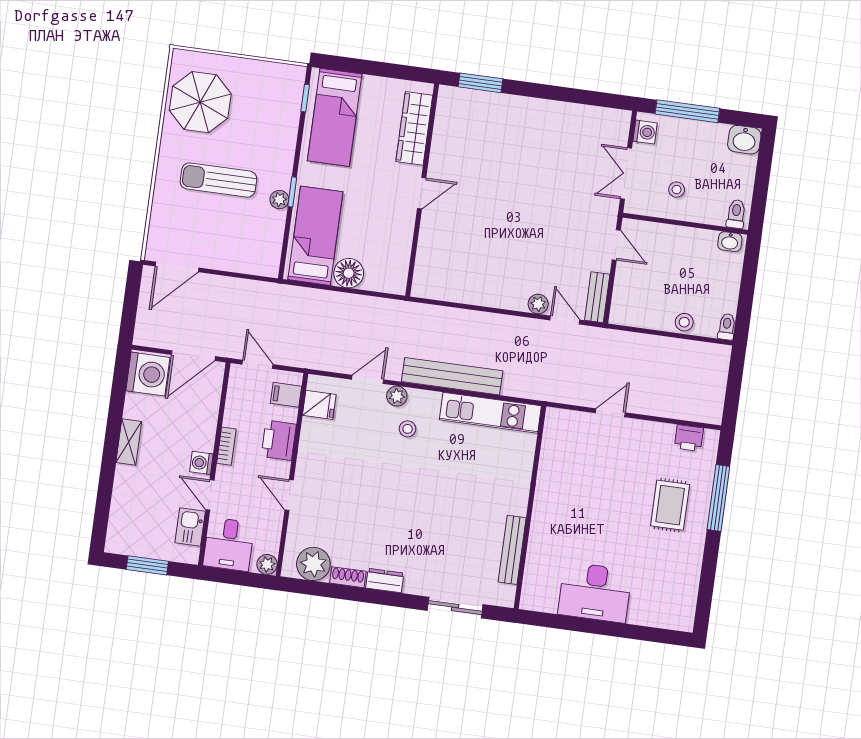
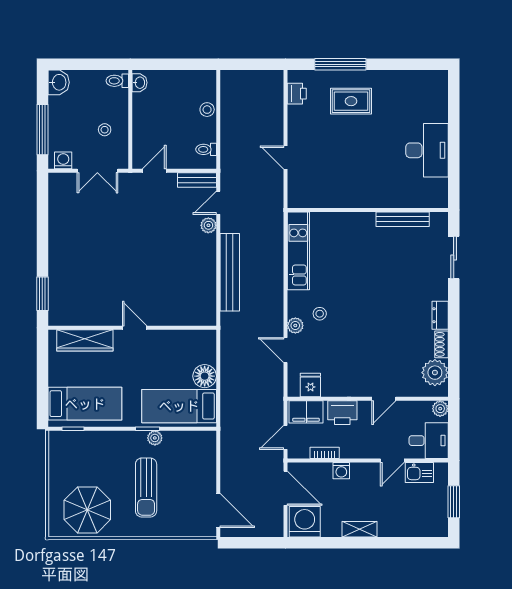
toilet: (727, 327) -> (206, 149), moved
bench: (452, 376) -> (230, 272), moved
filing cabinet: (286, 395) -> (306, 412), width x2.00
bookcase: (226, 446) -> (325, 453), moved
washing machine: (201, 463) -> (341, 471), moved

